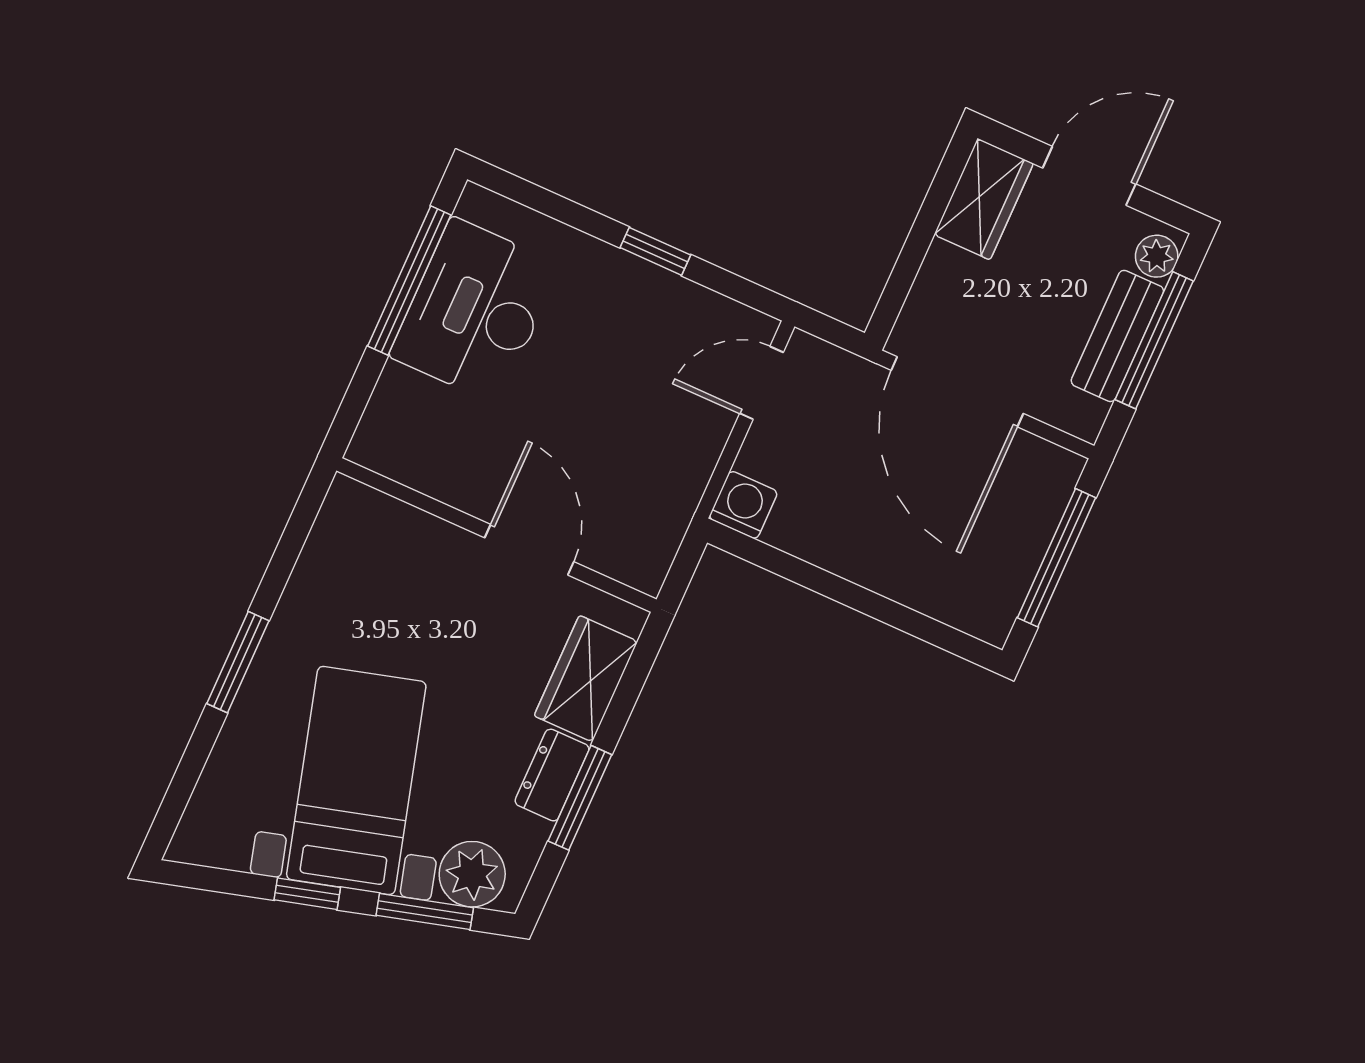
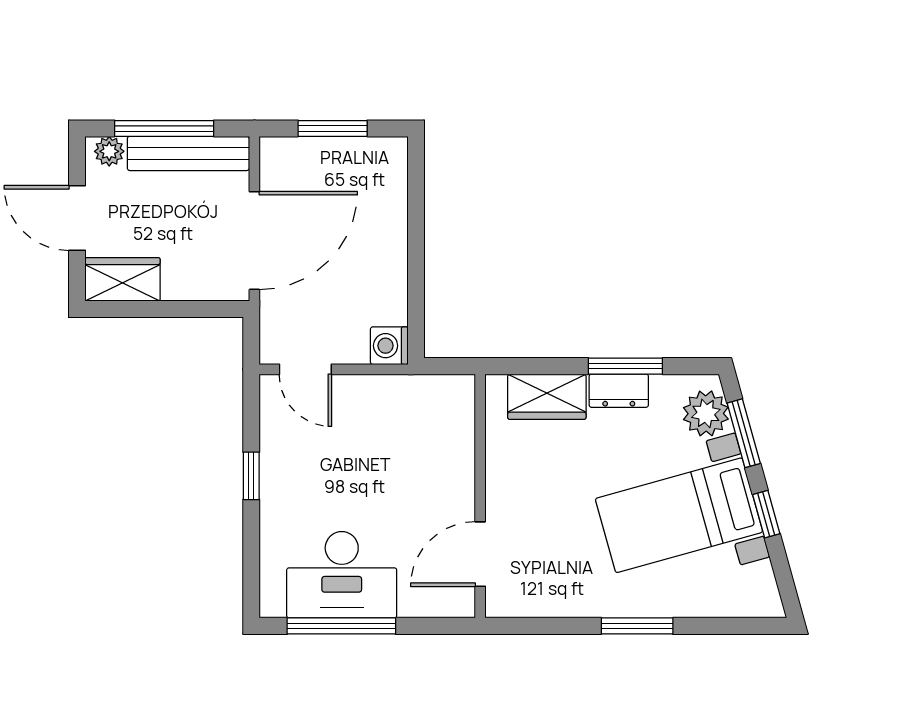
bench: (1117, 336) -> (188, 153), width x1.36
door: (529, 550) -> (480, 554), moved
window: (1057, 558) -> (333, 128), width x0.69

